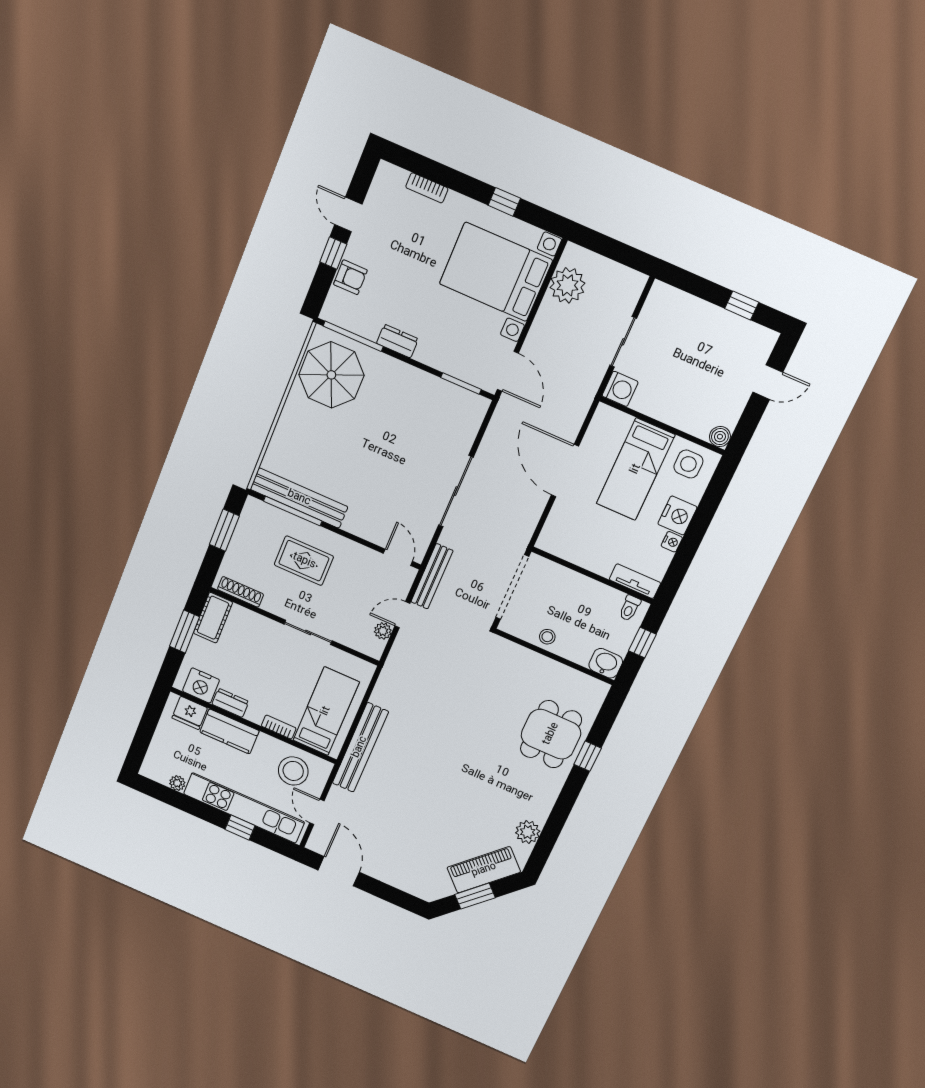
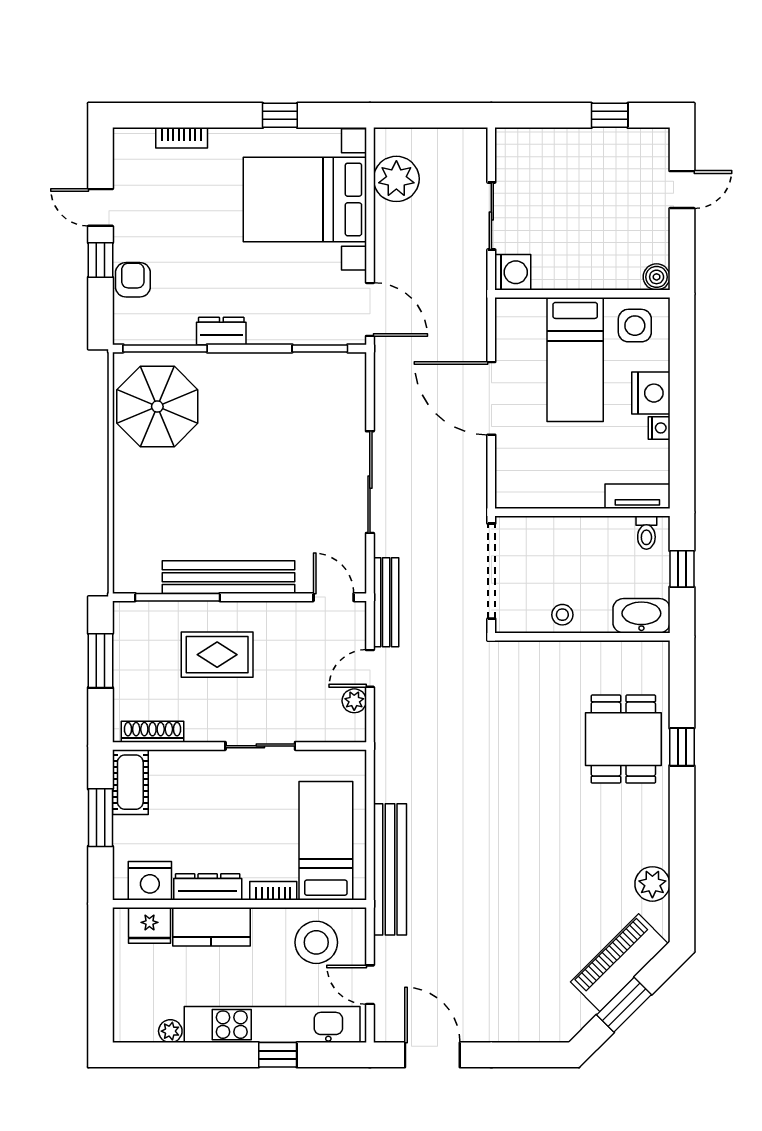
armchair: (350, 277) -> (133, 280), turned -90
bench: (299, 498) -> (228, 577), moved
washbasin: (606, 663) -> (641, 616), width x1.38
dresser: (230, 703) -> (208, 887), width x1.44

